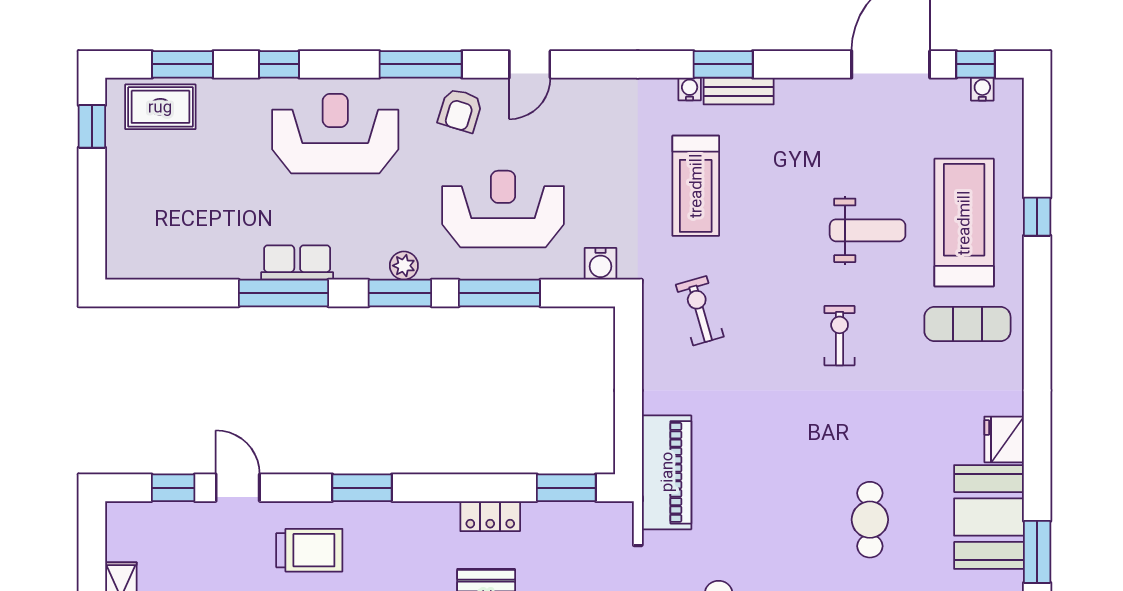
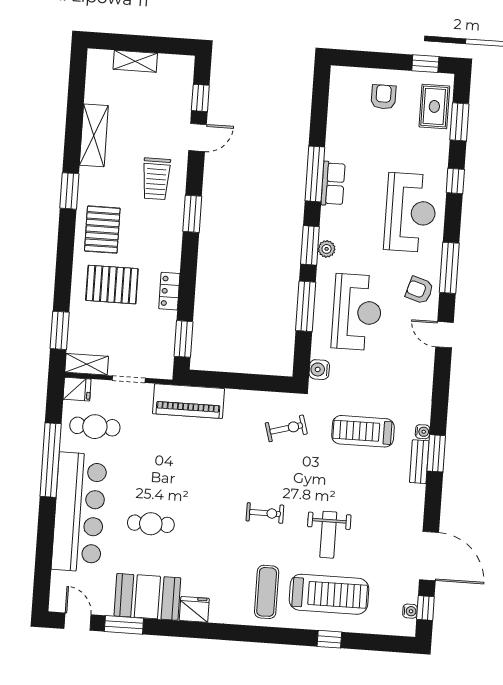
armchair: (151, 190) -> (383, 97), added

